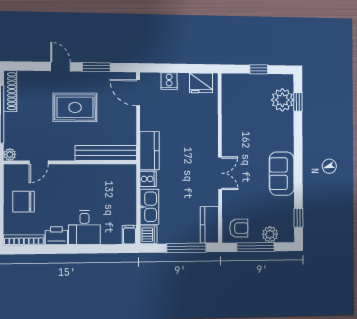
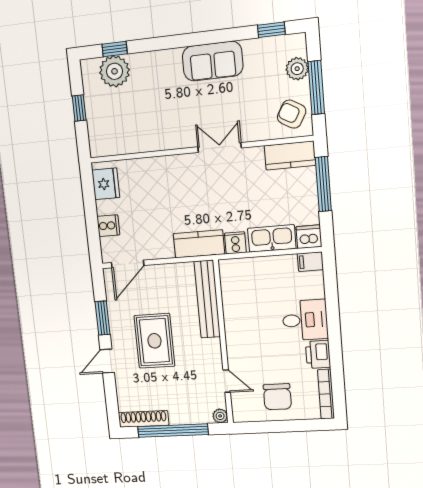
armchair: (239, 228) -> (292, 114), turned -60

